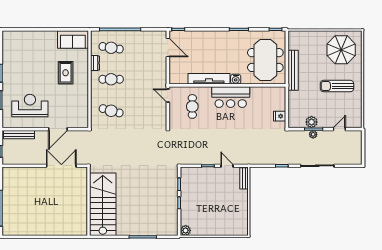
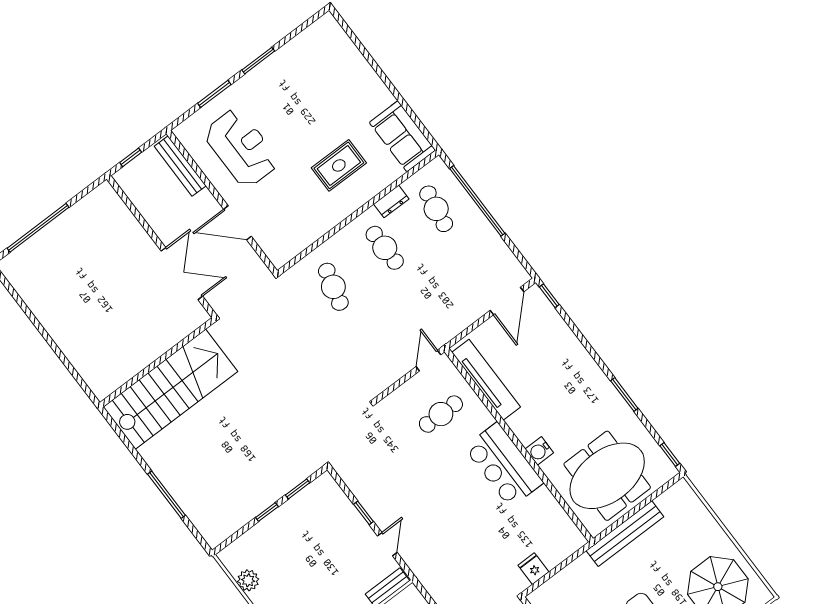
tv unit: (209, 79) -> (486, 380), moved
plant: (186, 230) -> (248, 580), moved

